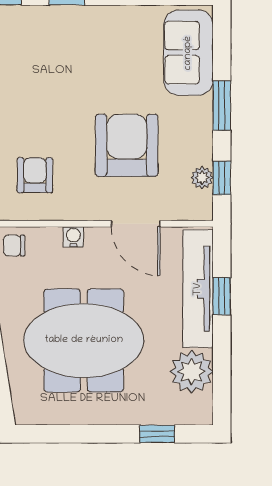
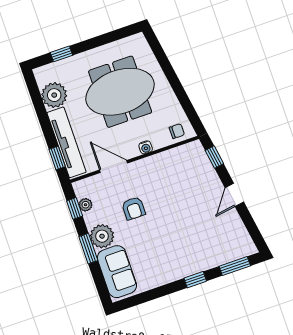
plant: (193, 118) -> (102, 236), added
armchair: (127, 145) -> (134, 208), width x0.53, depth x0.53
armchair: (35, 175) -> (179, 174), removed
window: (222, 296) -> (57, 158), moved

